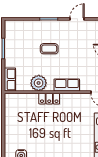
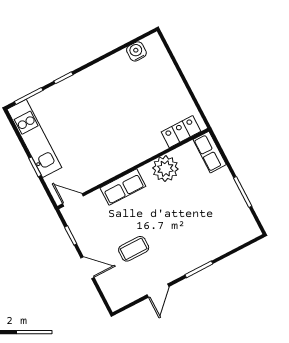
coffee table: (49, 49) -> (134, 249), moved
locker: (49, 99) -> (181, 132), moved

